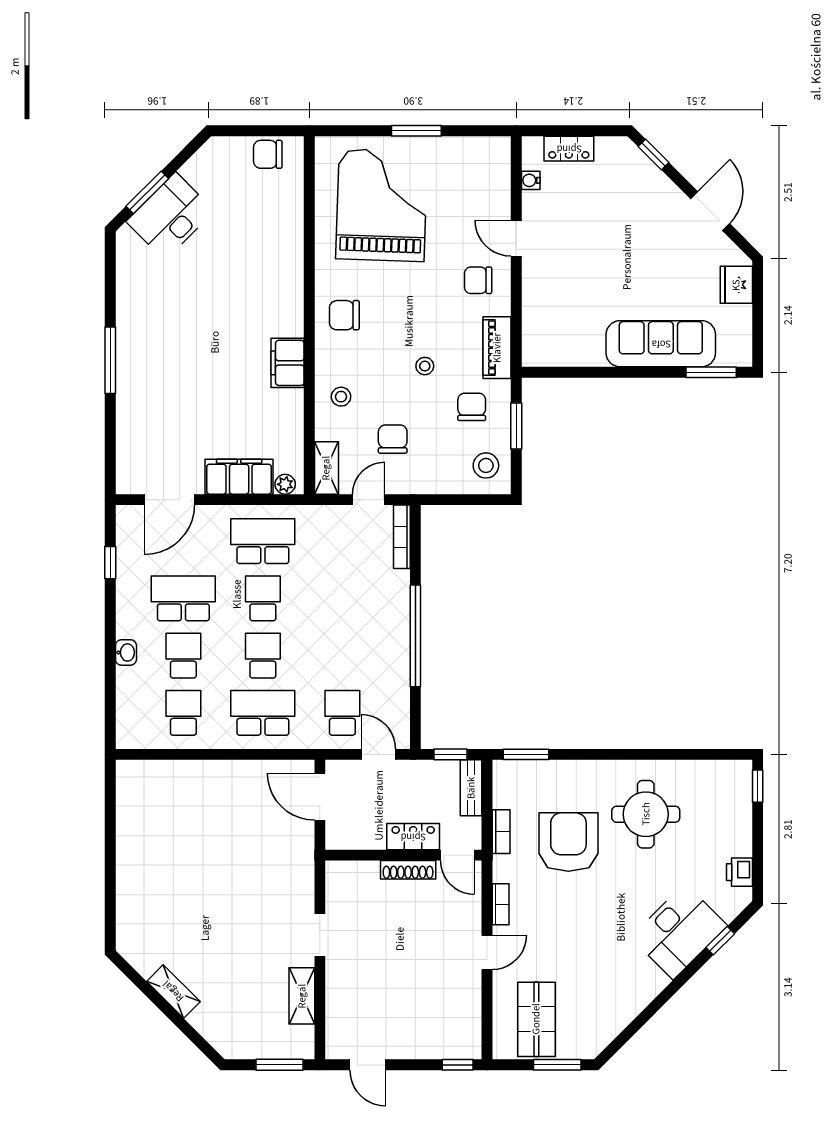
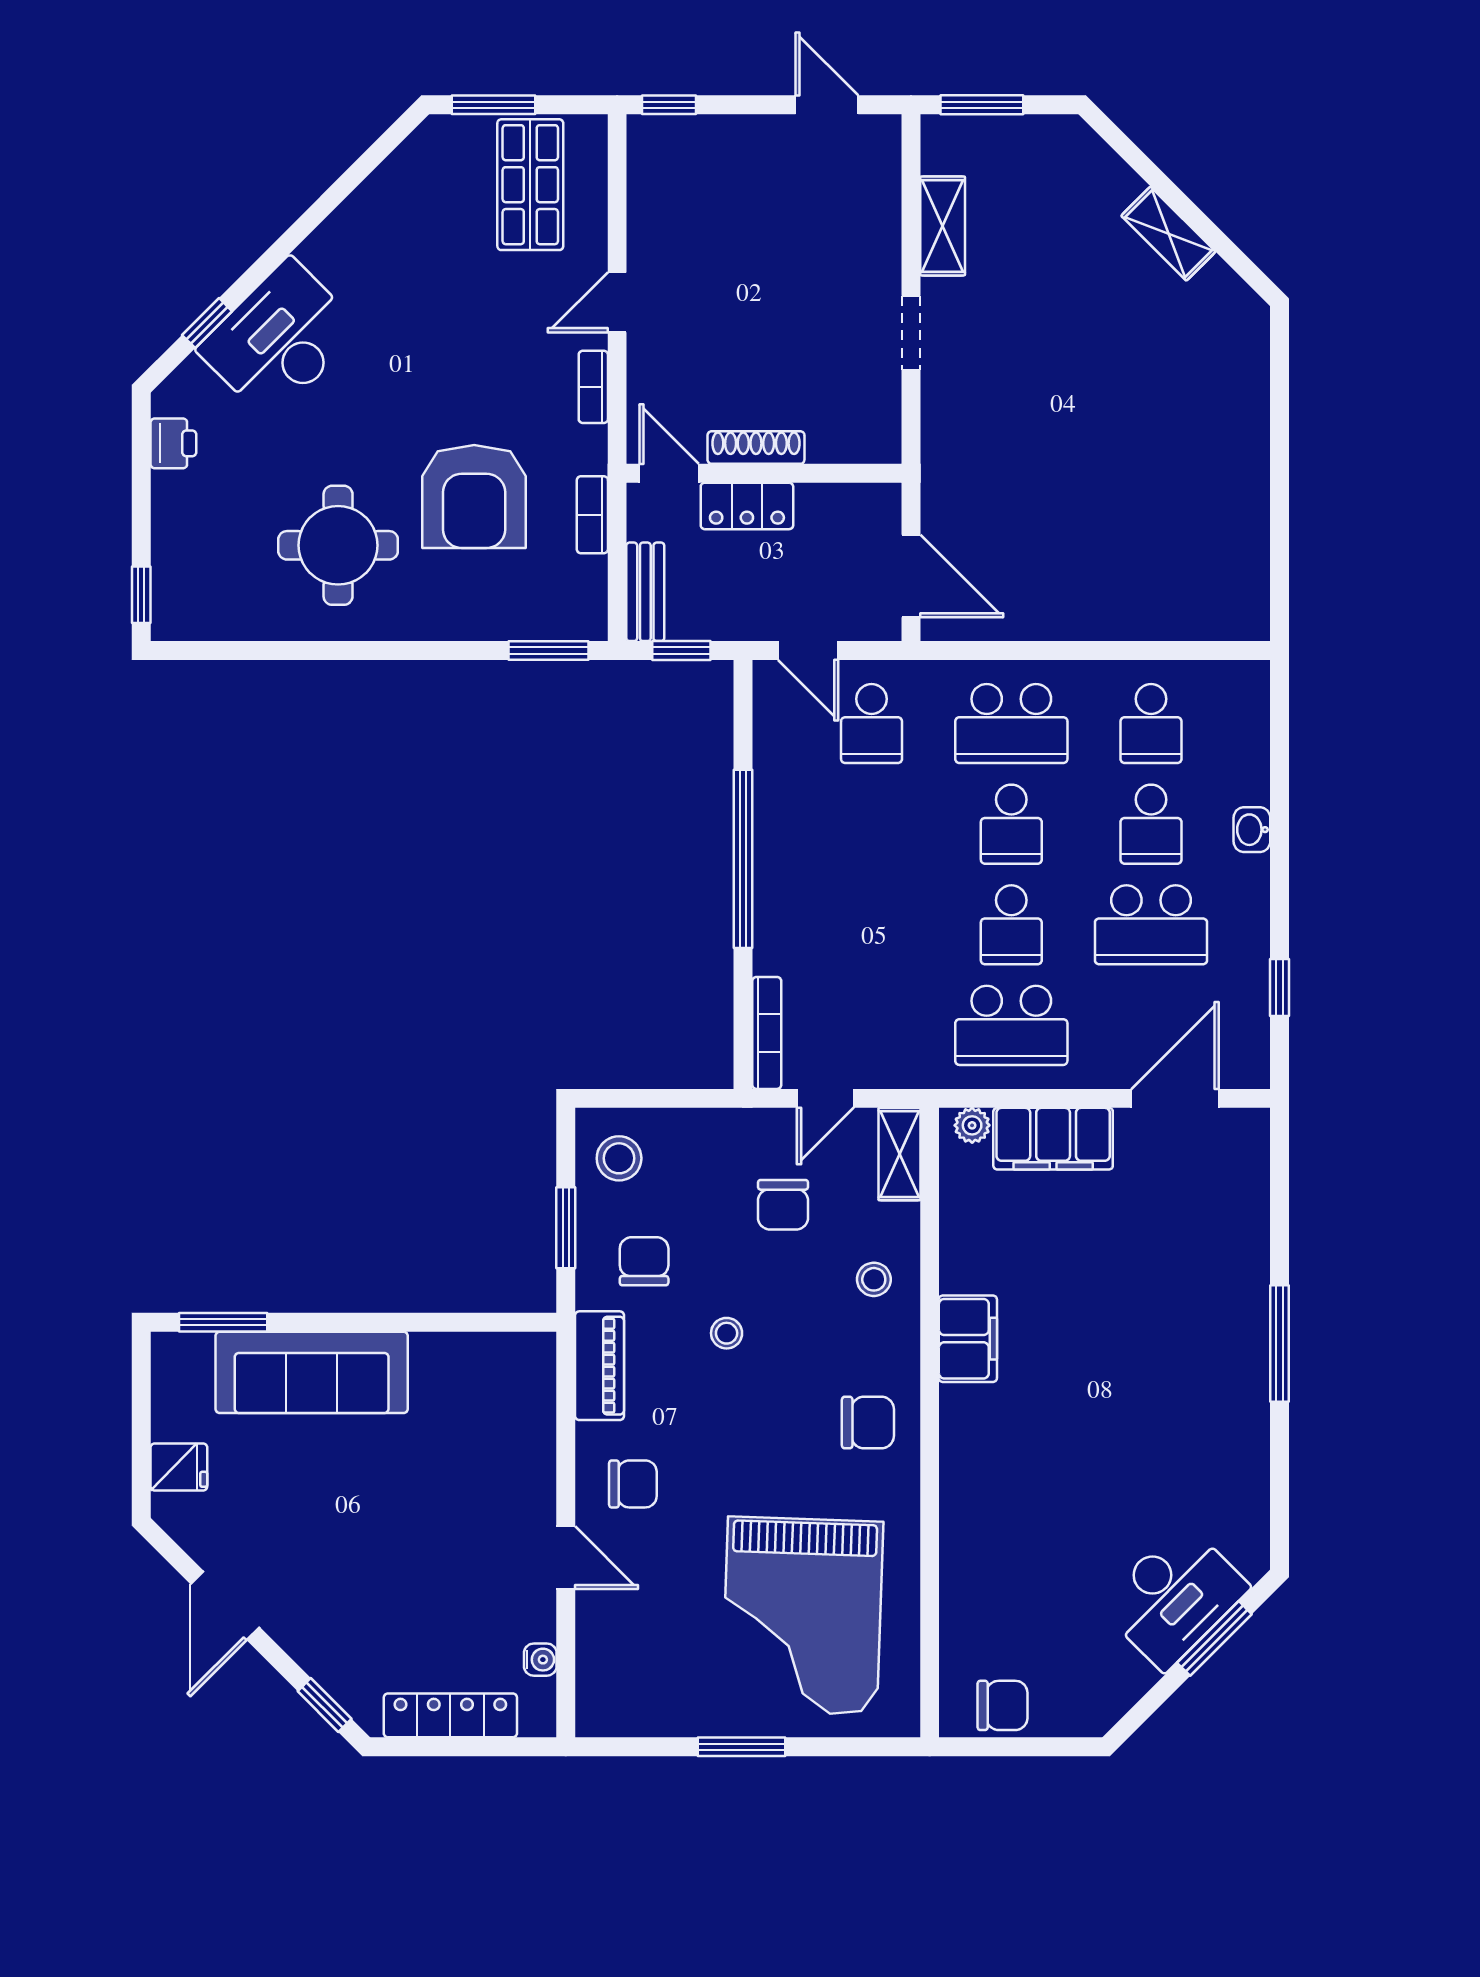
locker: (569, 149) -> (450, 1715), width x1.53
fridge: (736, 285) -> (179, 1467), width x0.72
chair: (472, 407) -> (644, 1261), turned 180

